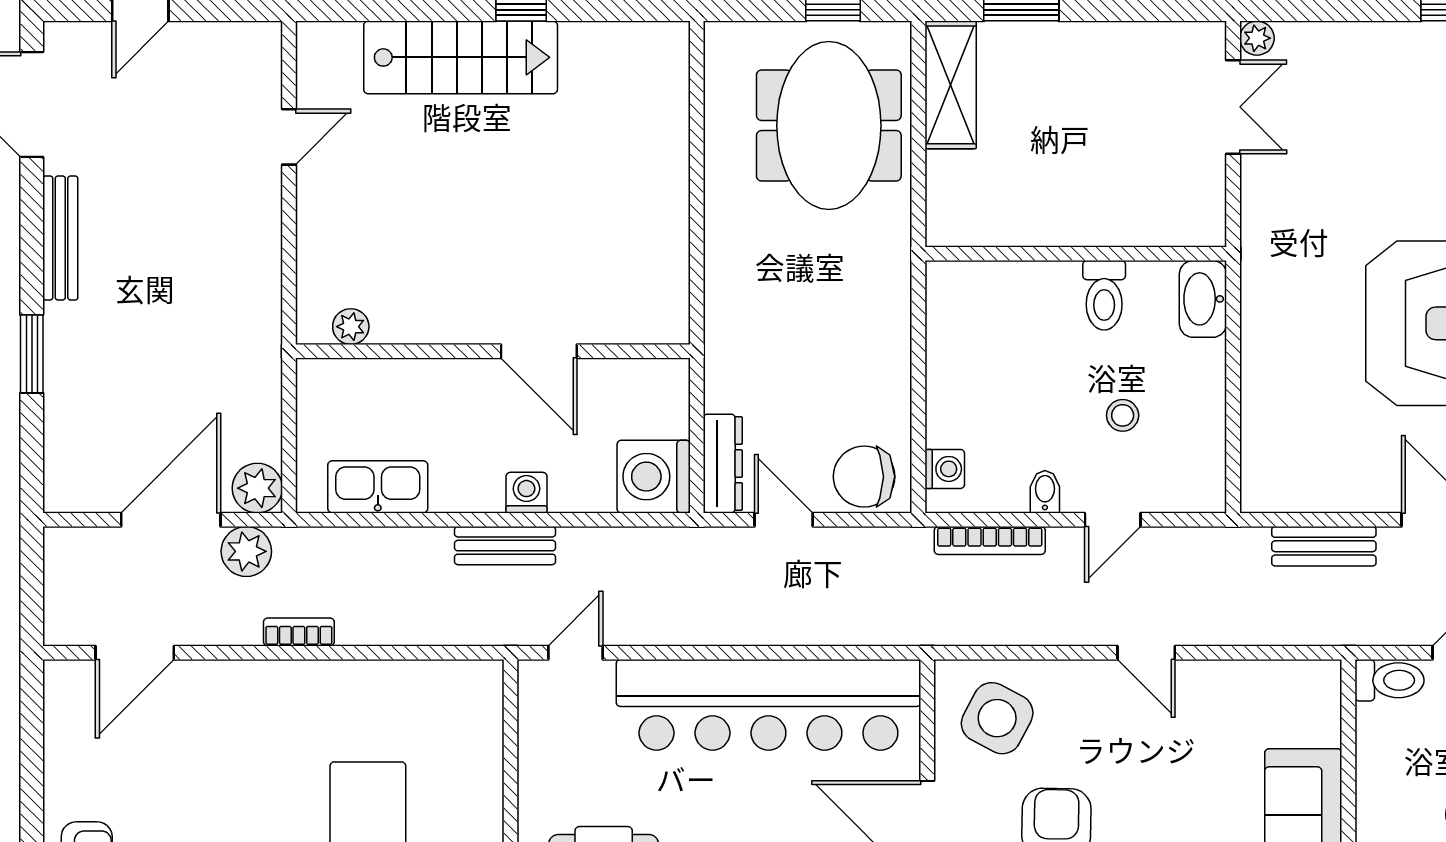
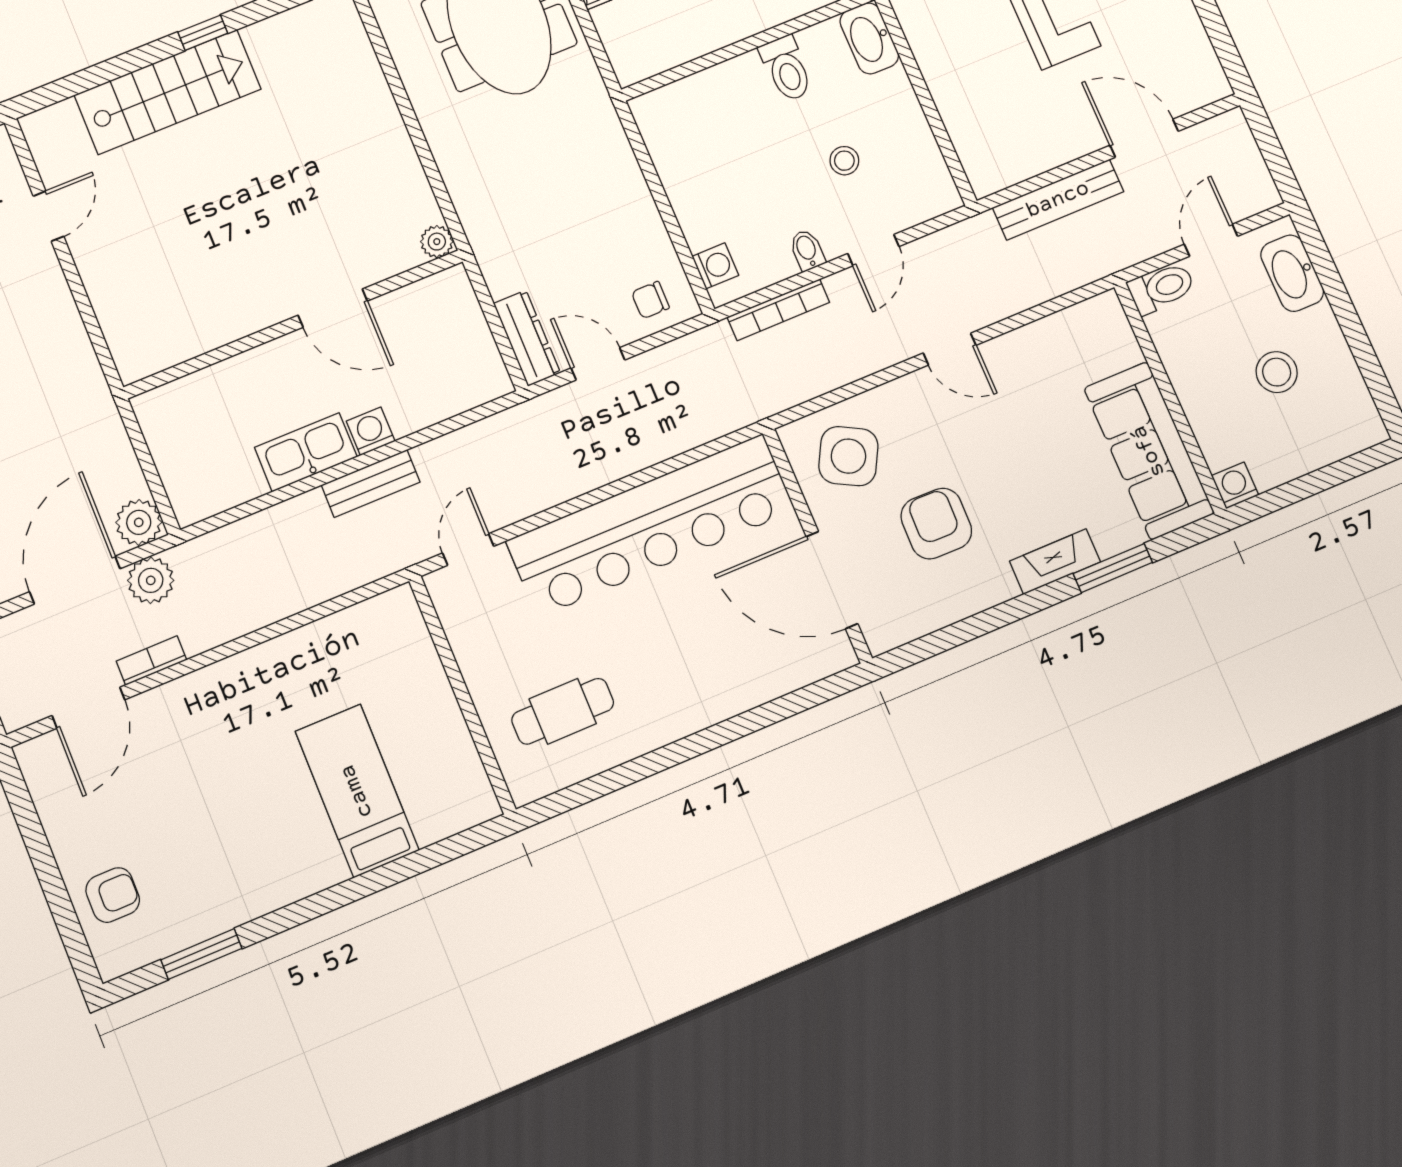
plant: (351, 327) -> (437, 242), moved
washing machine: (654, 477) -> (473, 373), removed
chair: (864, 477) -> (650, 300), width x0.54, depth x0.54
kitchen sink: (378, 487) -> (306, 452), moved
bench: (1324, 546) -> (1058, 200), width x1.36
bookcase: (299, 632) -> (151, 661), moved

